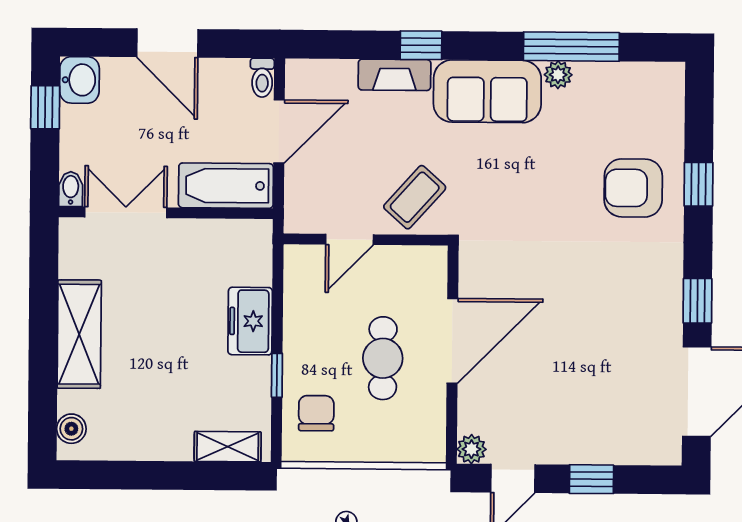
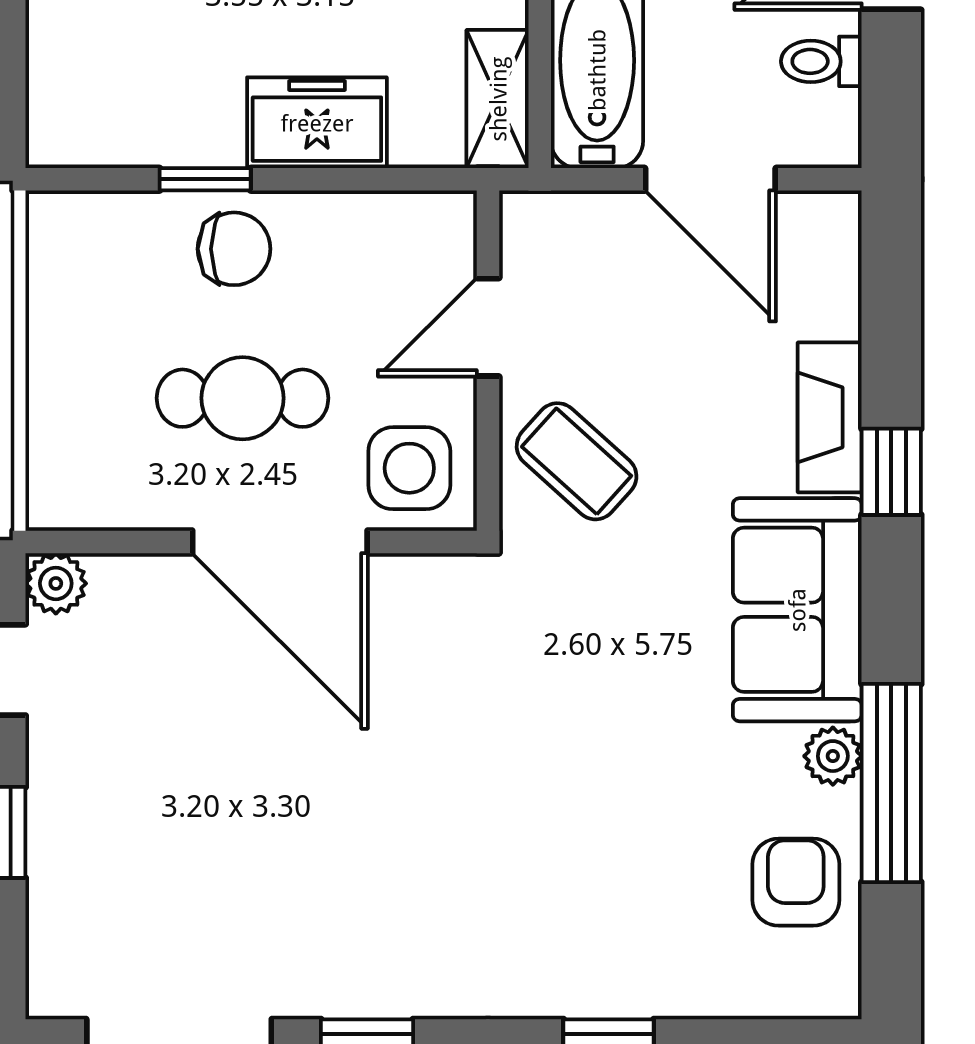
toilet: (262, 78) -> (821, 61), moved
armchair: (633, 188) -> (796, 882), moved, width x0.72, depth x0.72
door: (350, 239) -> (488, 327), hinge flipped
side table: (417, 278) -> (409, 468), added
chair: (316, 413) -> (234, 249), moved
shelving: (228, 447) -> (498, 99), moved

